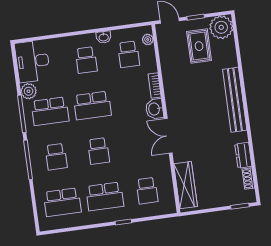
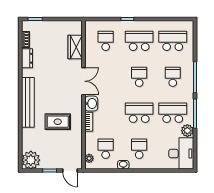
rug: (199, 46) -> (58, 122), moved, turned 90
wardrobe: (186, 185) -> (75, 47), width x0.67

